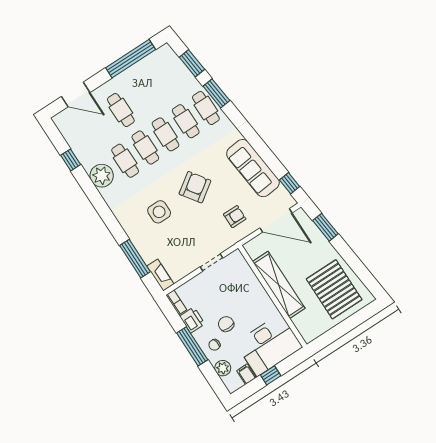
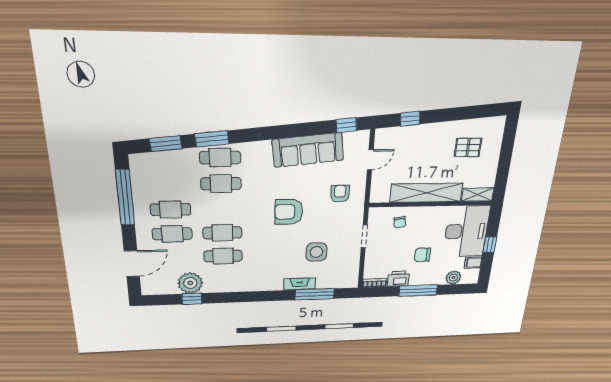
cafe table: (166, 134) -> (171, 210), moved
plant: (102, 176) -> (190, 283), moved
armchair: (195, 187) -> (289, 212), turned -55
side table: (159, 212) -> (316, 252), moved
door: (276, 220) -> (370, 160), width x0.53
window: (325, 227) -> (410, 119), width x0.67
fireplace: (160, 275) -> (300, 284), moved
pallet: (334, 289) -> (468, 148), width x0.49, depth x0.50
shelving: (304, 328) -> (478, 195), added
chair: (214, 345) -> (400, 222), moved

